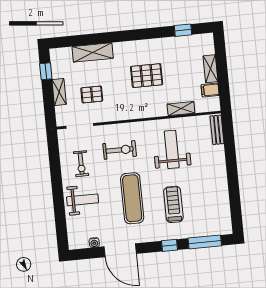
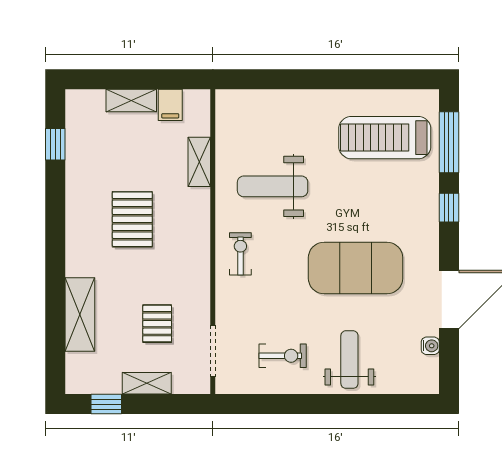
bench: (217, 130) -> (245, 99), removed
exercise bike: (120, 150) -> (240, 254), moved, width x0.73, depth x0.72
exercise mat: (132, 198) -> (356, 268), width x1.47
treadmill: (173, 204) -> (385, 138), moved, width x1.37, depth x1.38

